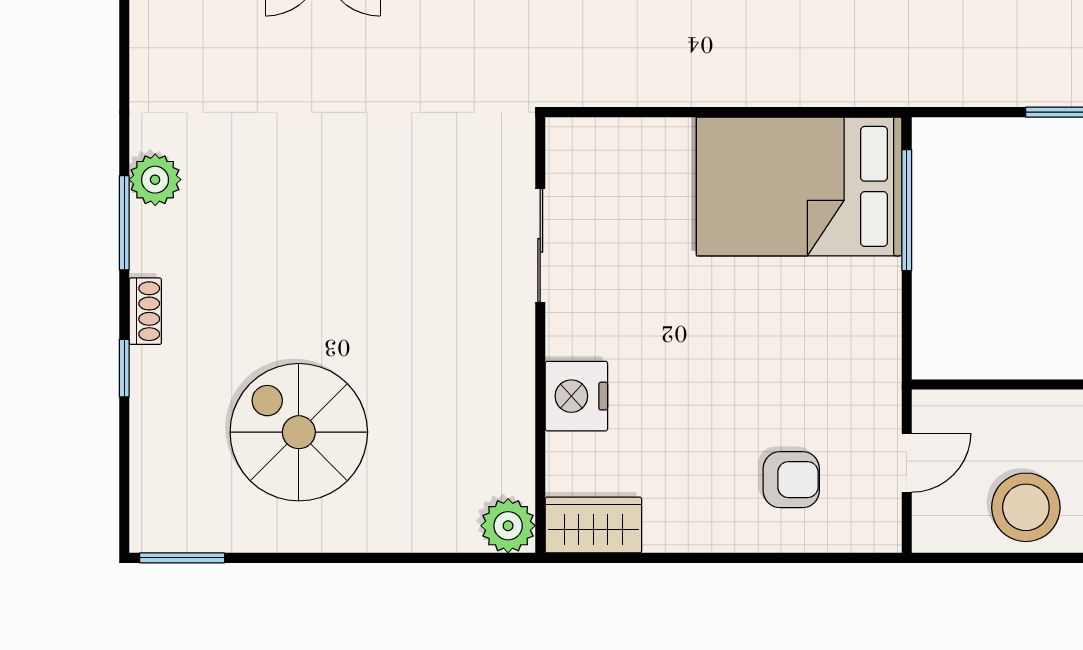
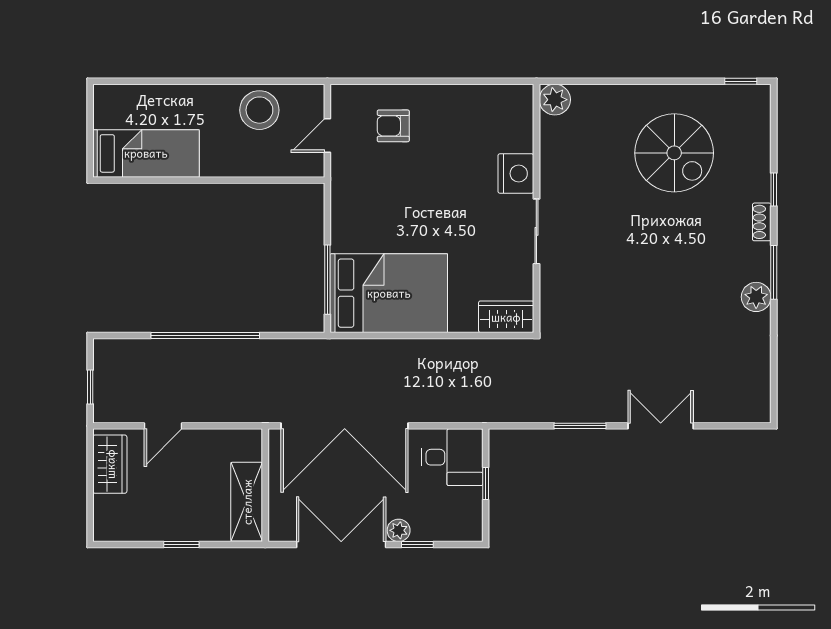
sliding door: (540, 245) -> (536, 231), moved
wardrobe: (593, 525) -> (506, 317), moved, turned 180
window: (182, 558) -> (741, 81), width x0.67

